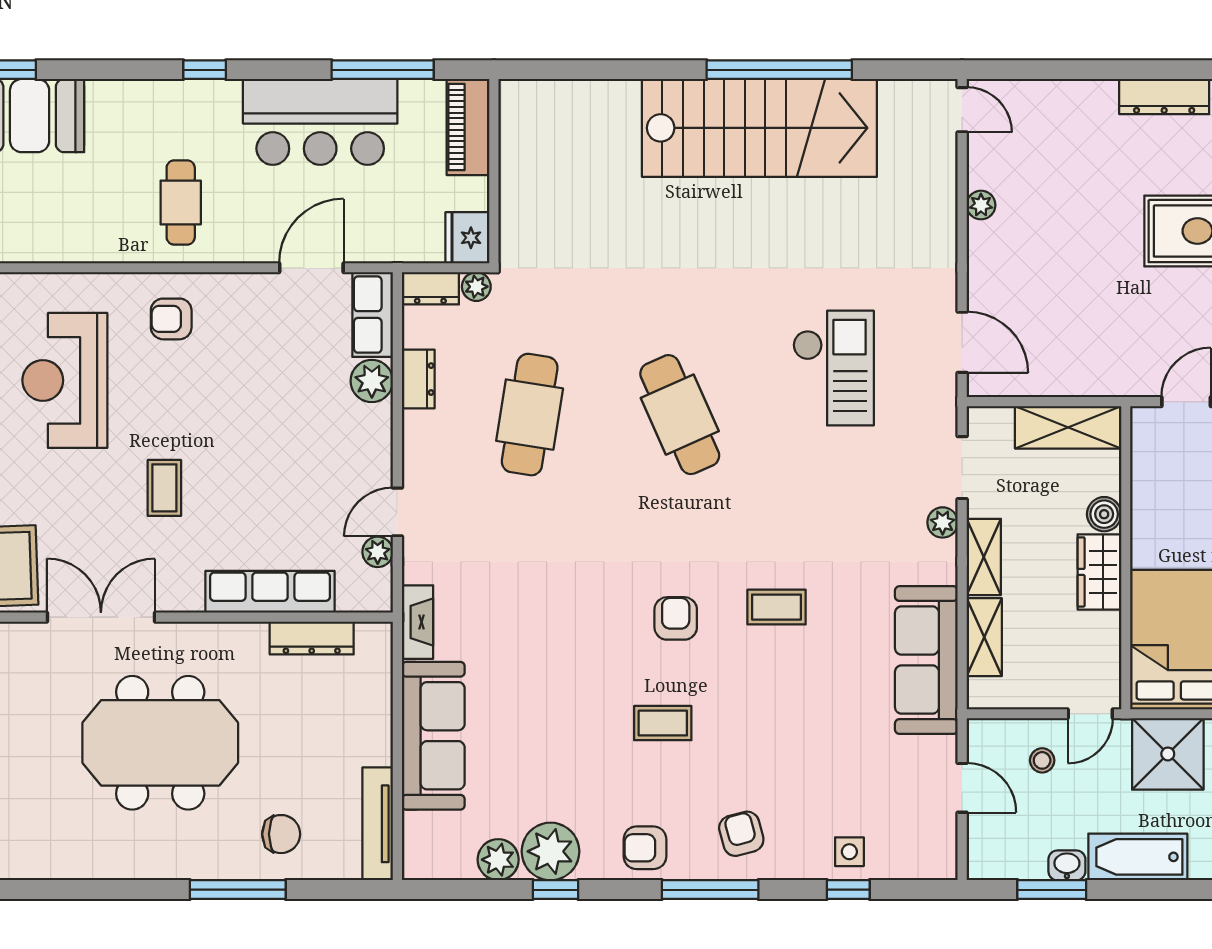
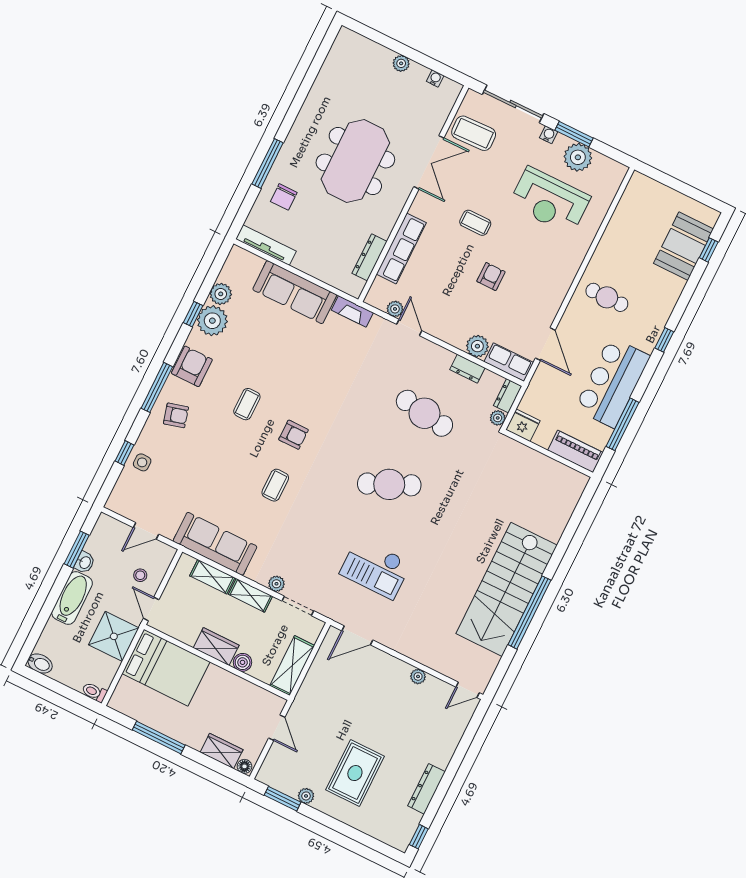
armchair: (171, 319) -> (491, 277), moved
reception desk: (65, 380) -> (550, 201), turned 180
armchair: (645, 848) -> (192, 366), width x1.38, depth x1.38

